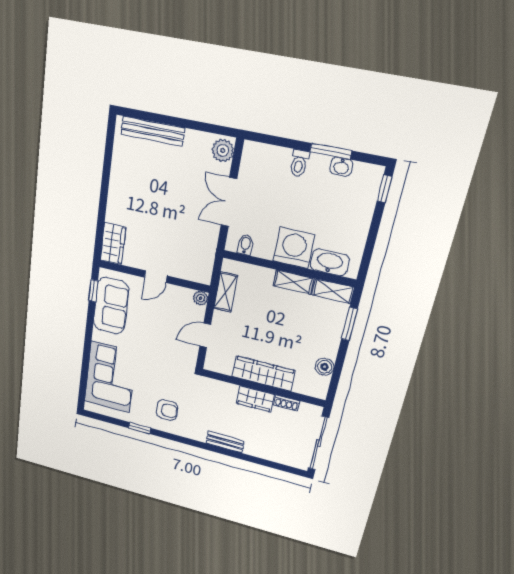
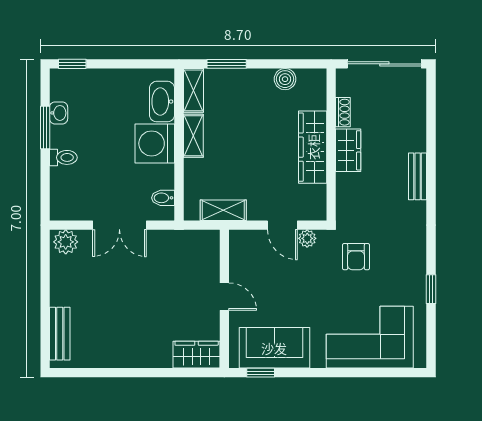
bench: (153, 131) -> (60, 334), width x0.73
plant: (201, 298) -> (307, 238), moved
armchair: (167, 410) -> (356, 257), moved, turned 180

